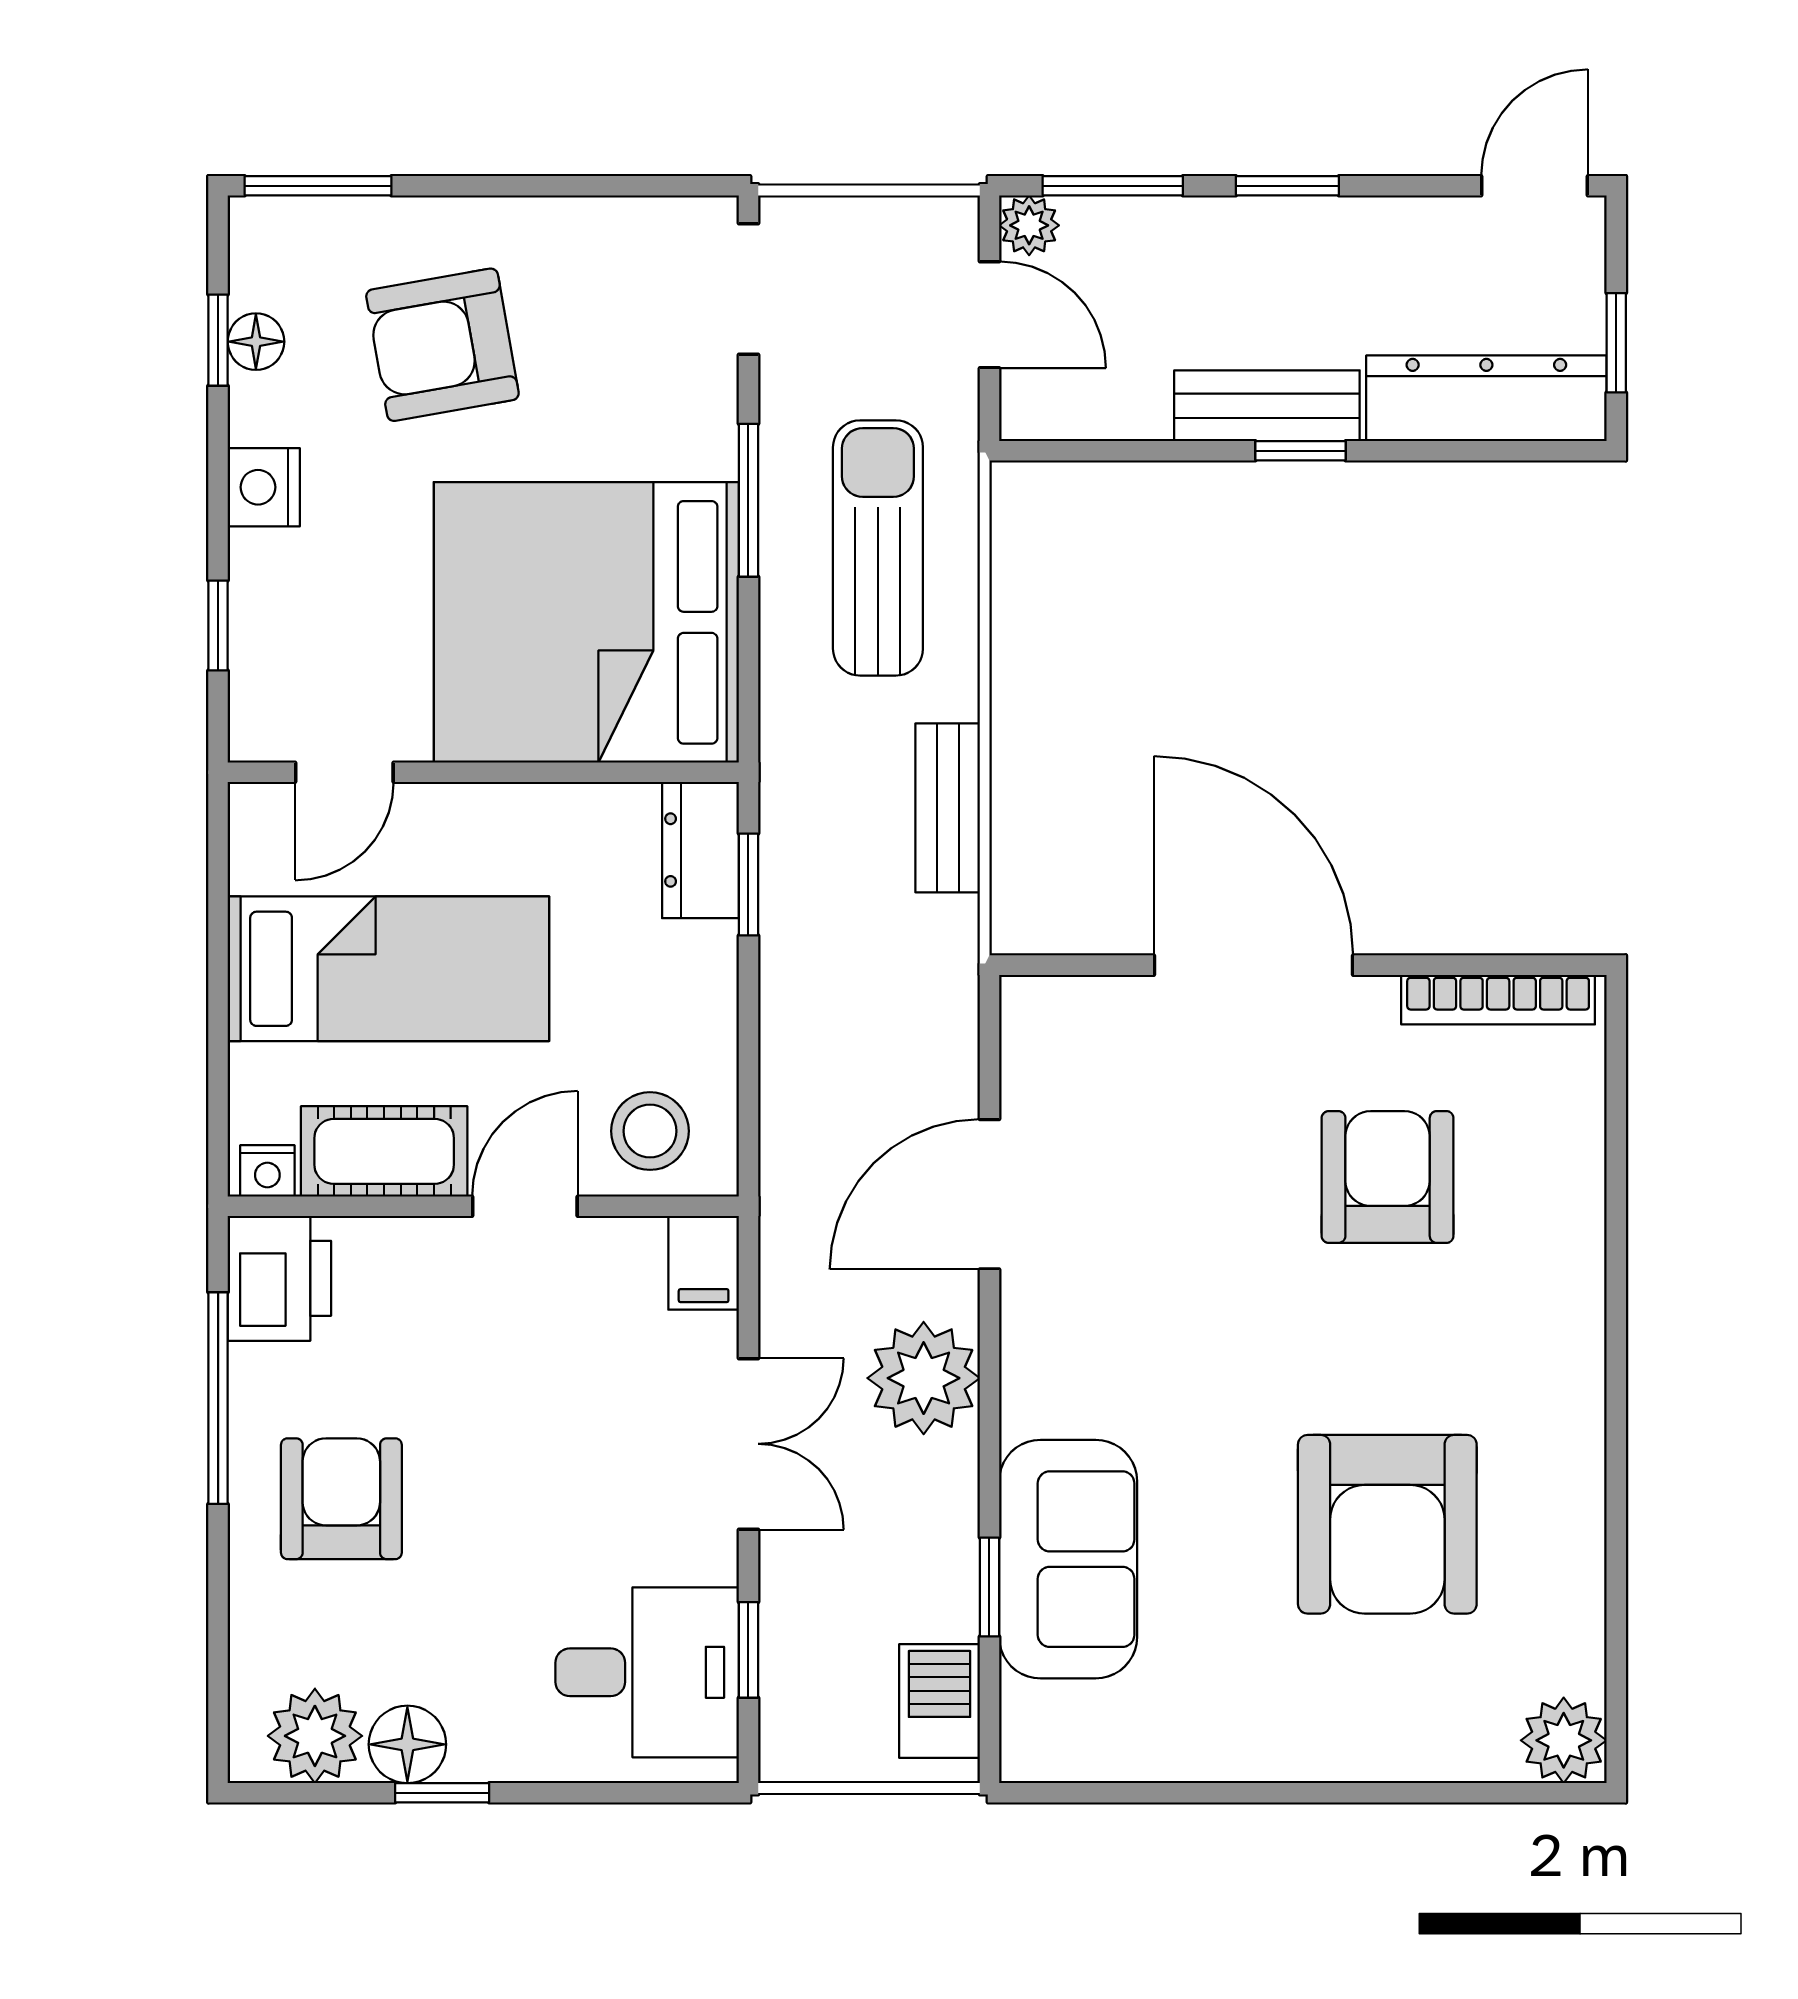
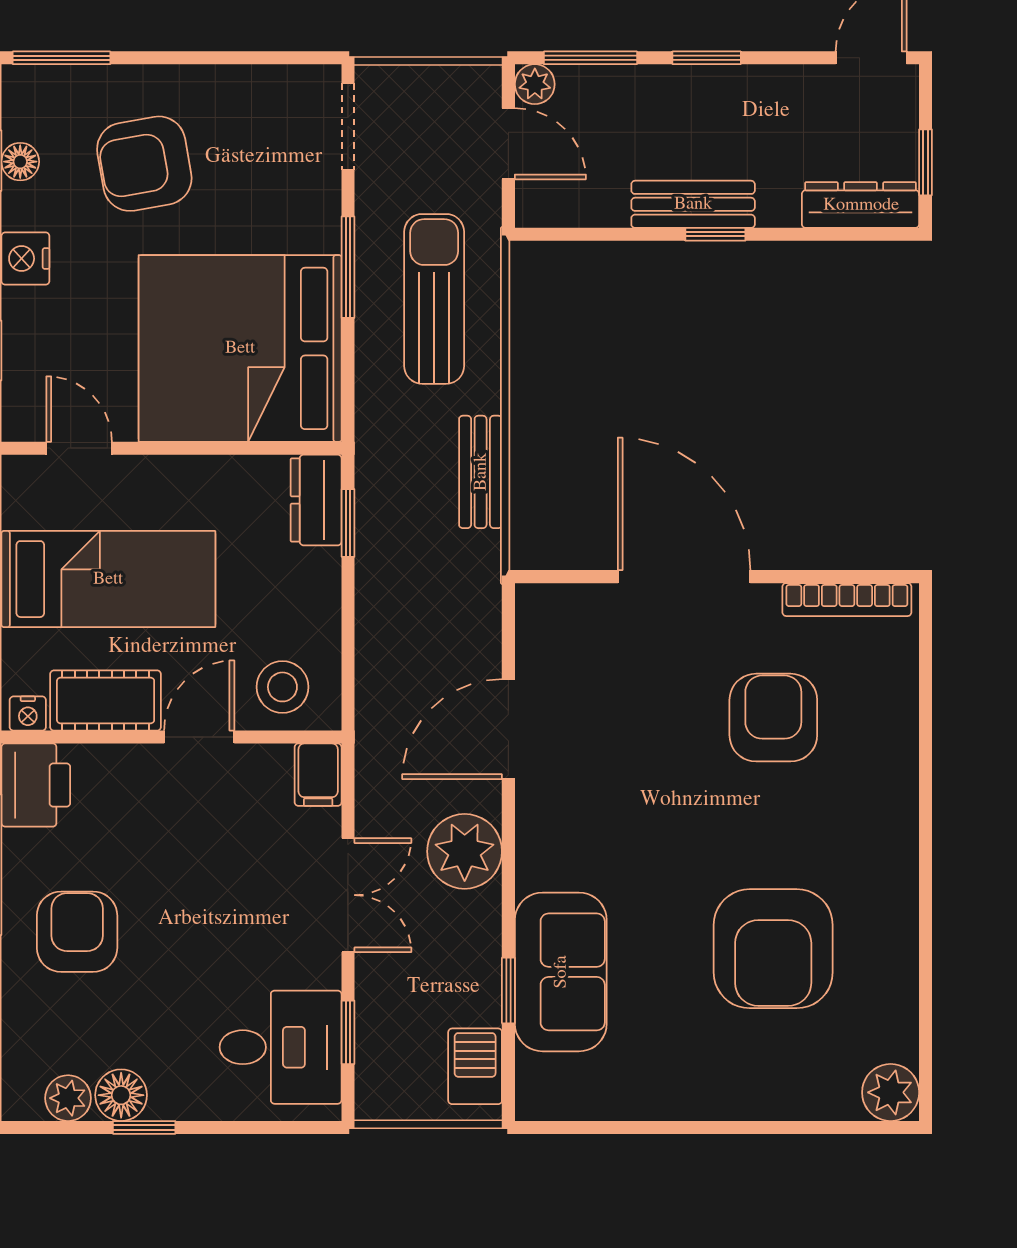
dresser: (1486, 398) -> (861, 205), width x0.73, depth x0.80
door: (344, 772) -> (79, 448), swing flipped
plant: (315, 1736) -> (68, 1098), width x0.73, depth x0.73

